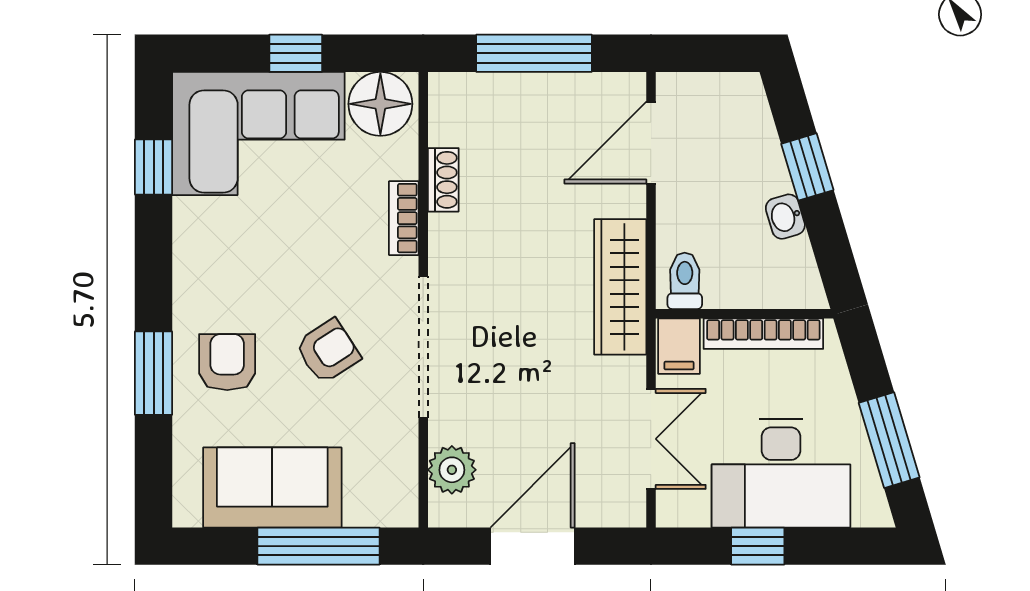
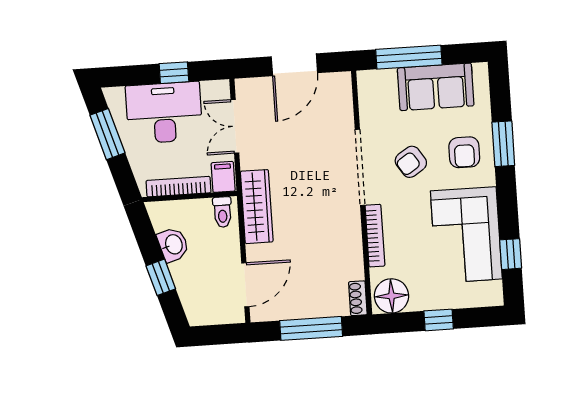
corner sofa: (258, 133) -> (466, 235), moved, turned -90
shoe rack: (443, 180) -> (358, 298), moved
washbasin: (785, 217) -> (173, 245), width x1.38, depth x1.45
bookcase: (404, 218) -> (375, 236), width x1.56
plant: (452, 470) -> (340, 103), removed

